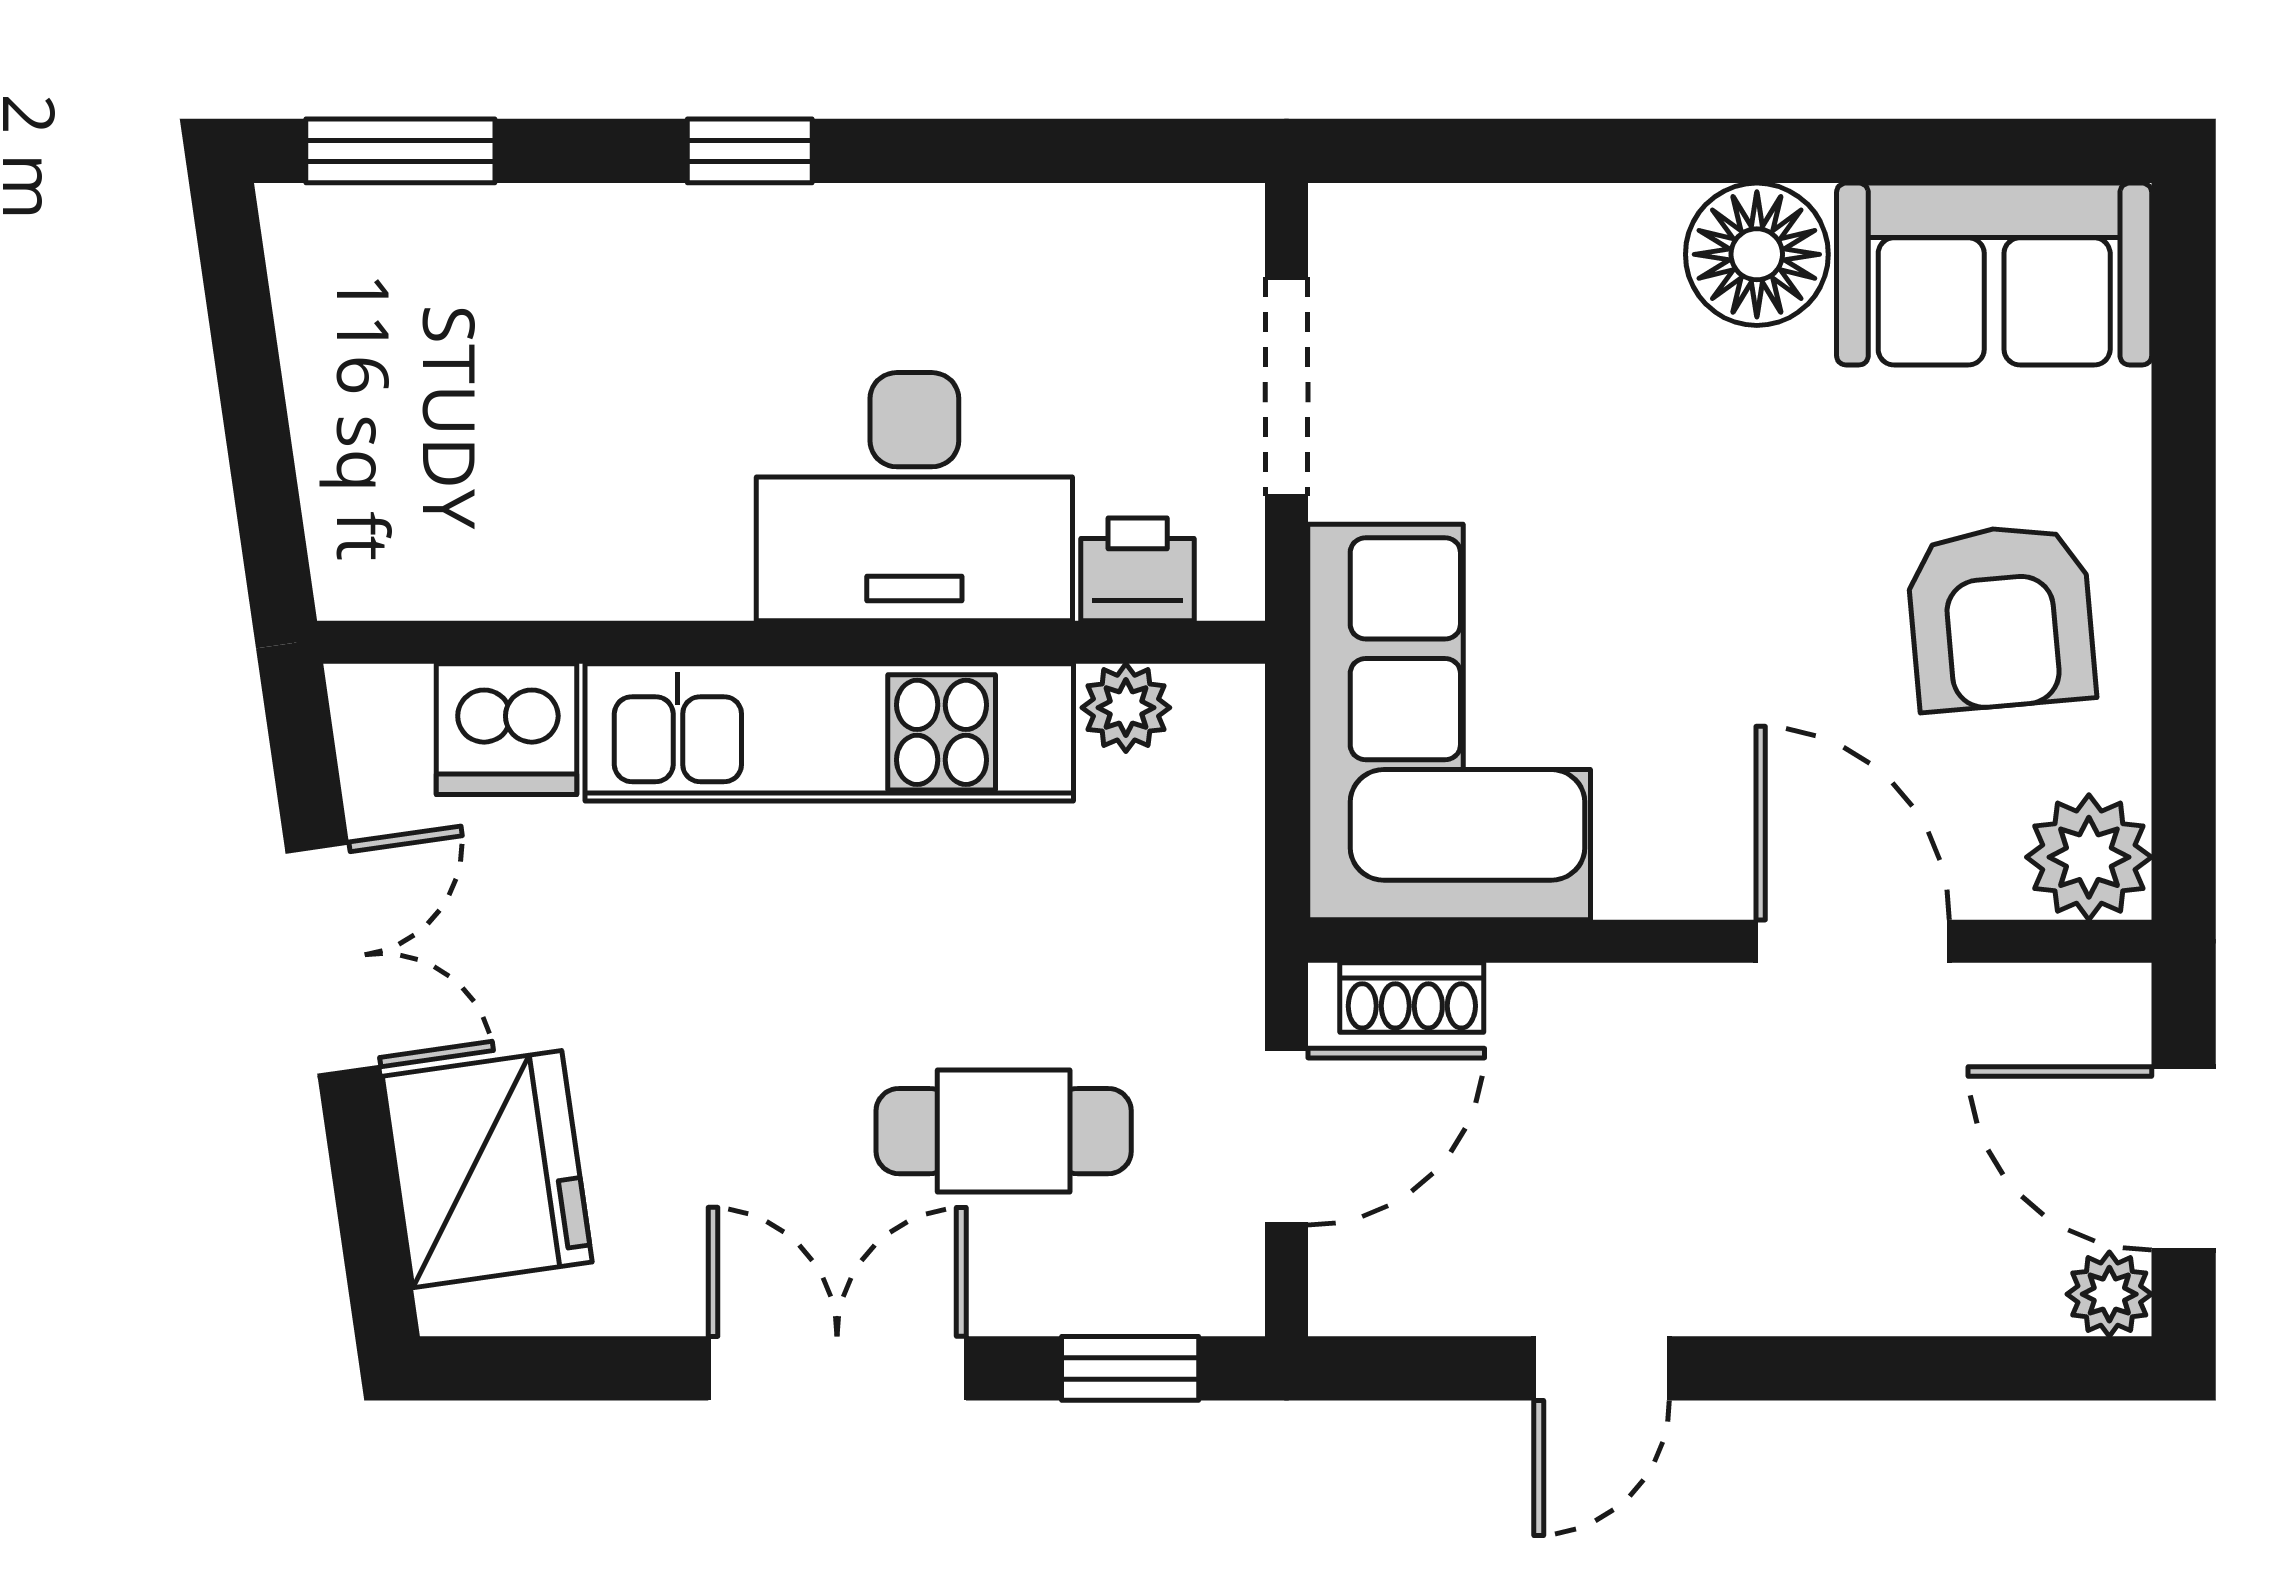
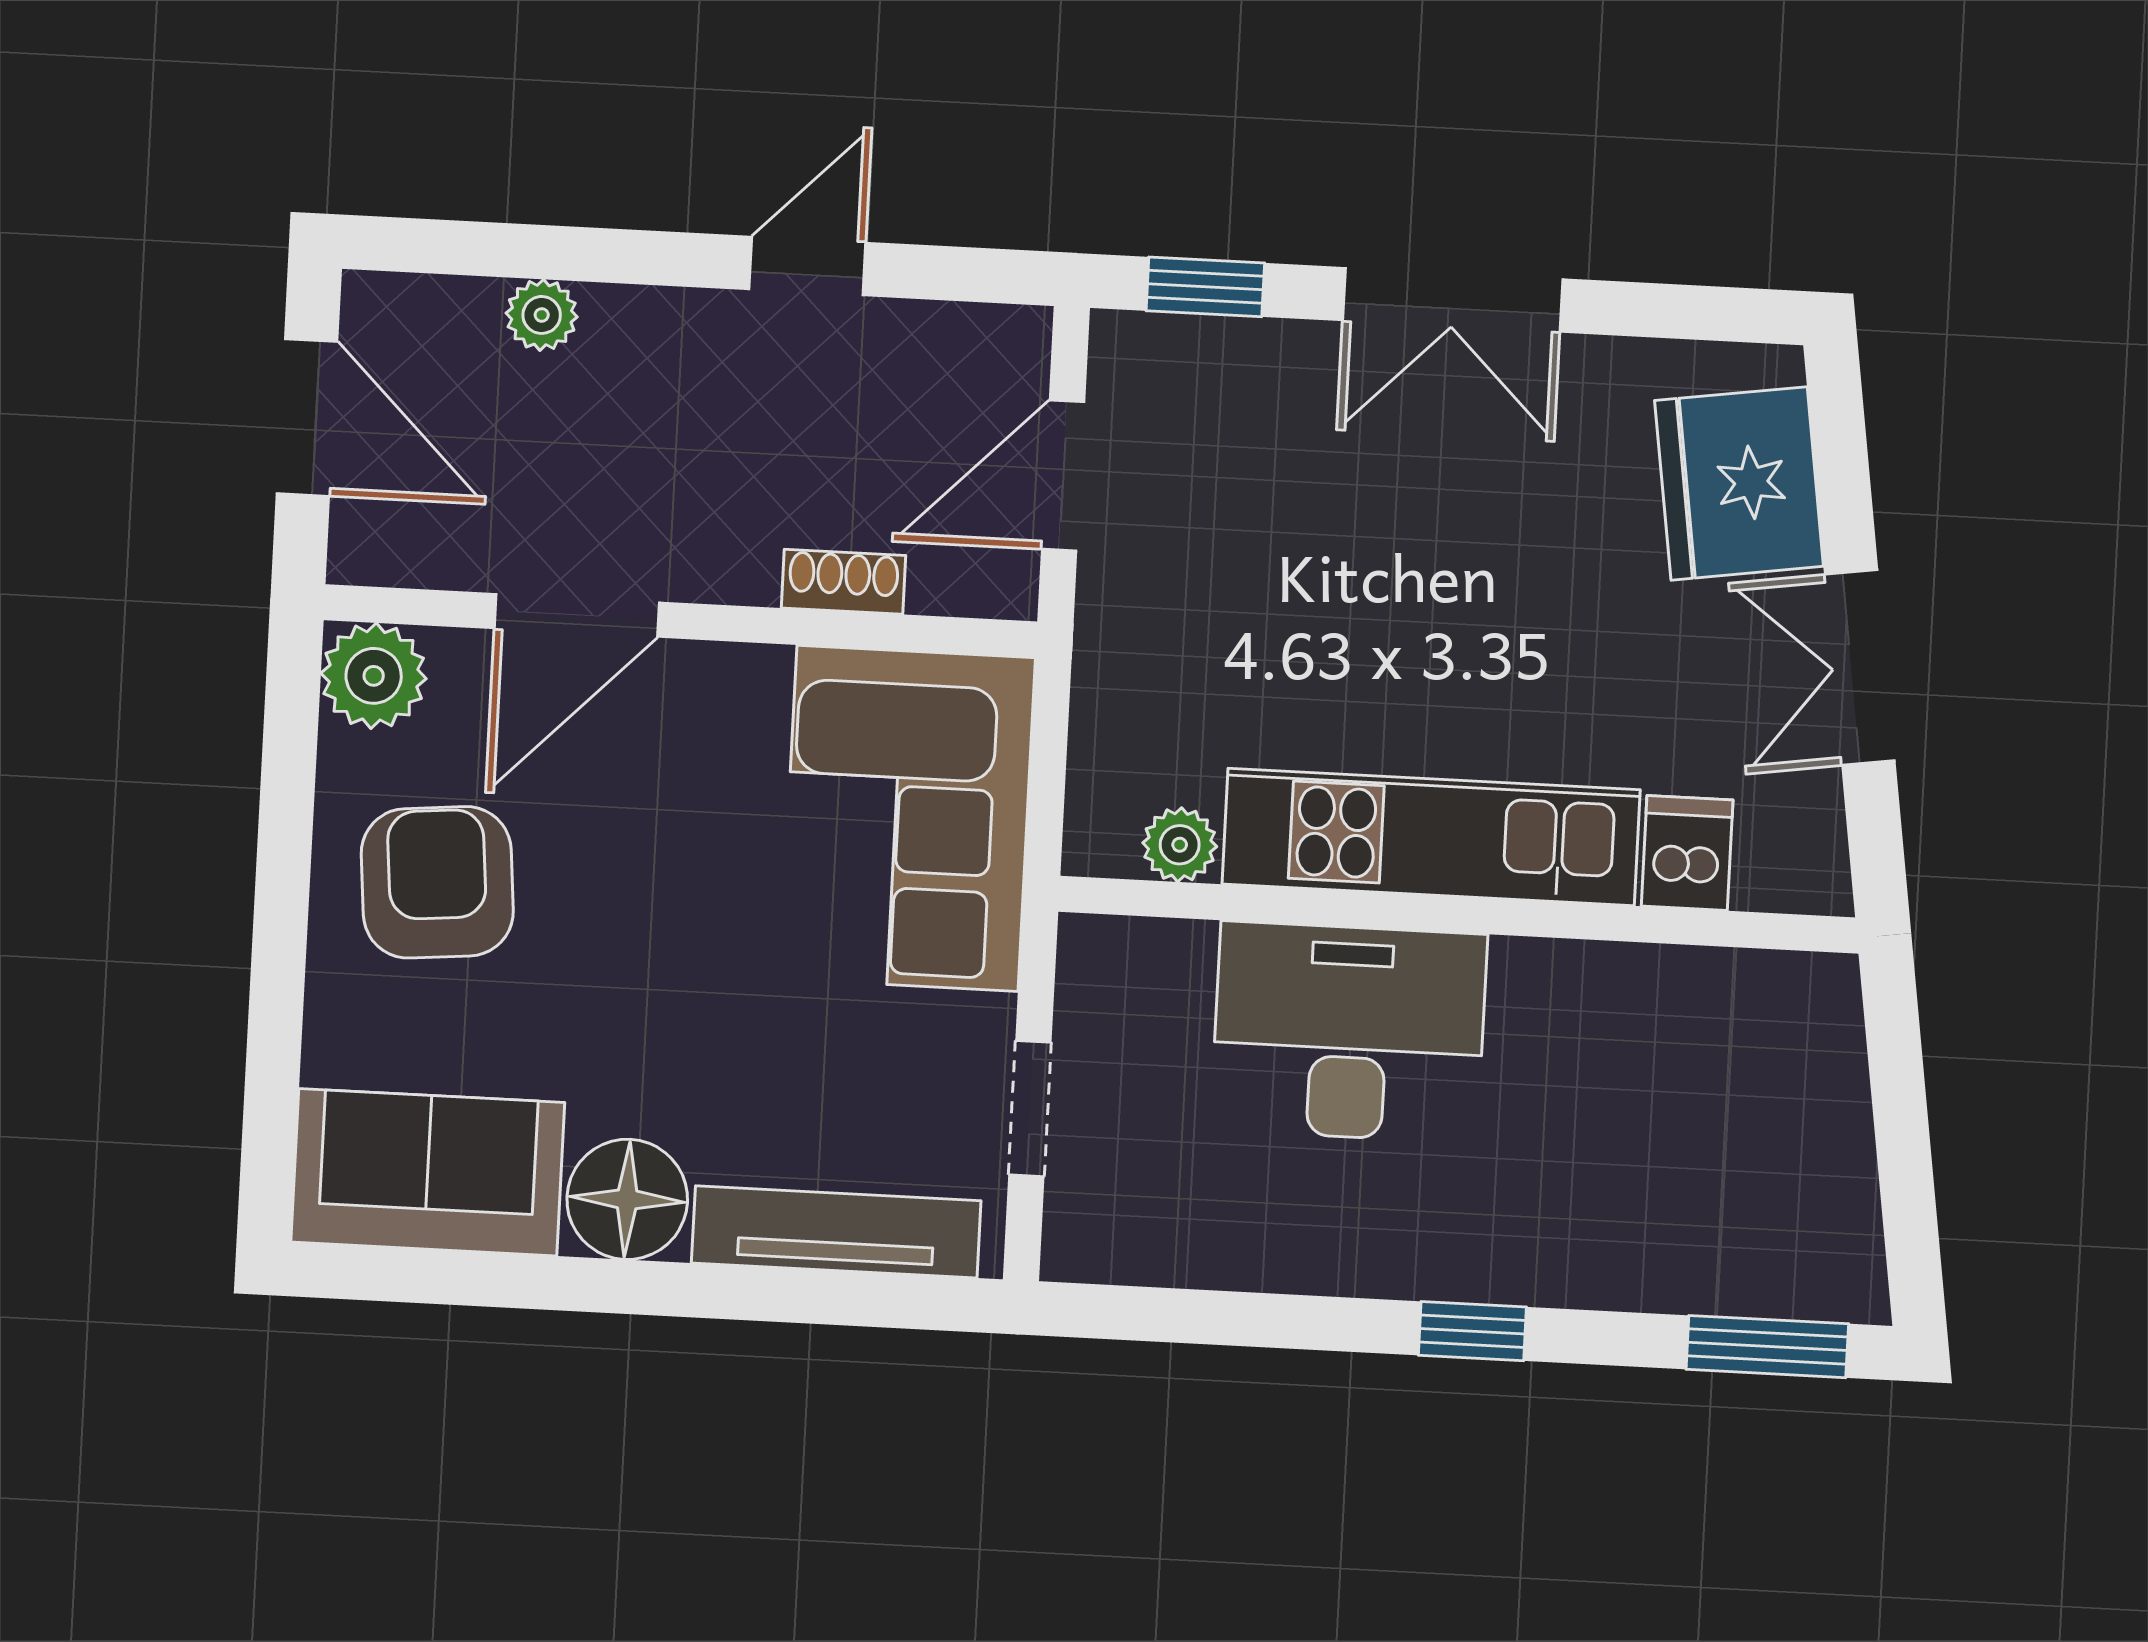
tv unit: (1508, 229) -> (836, 1232), added
doorway: (1287, 387) -> (1030, 1108), width x0.73
printer: (1138, 569) -> (1164, 961), removed
dishwasher: (507, 729) -> (1687, 853), width x0.73
door: (1853, 941) -> (577, 615), hinge flipped
shoe rack: (1412, 997) -> (843, 582), moved
cafe table: (1004, 1131) -> (1302, 493), removed
plant: (2109, 1294) -> (542, 315), moved

